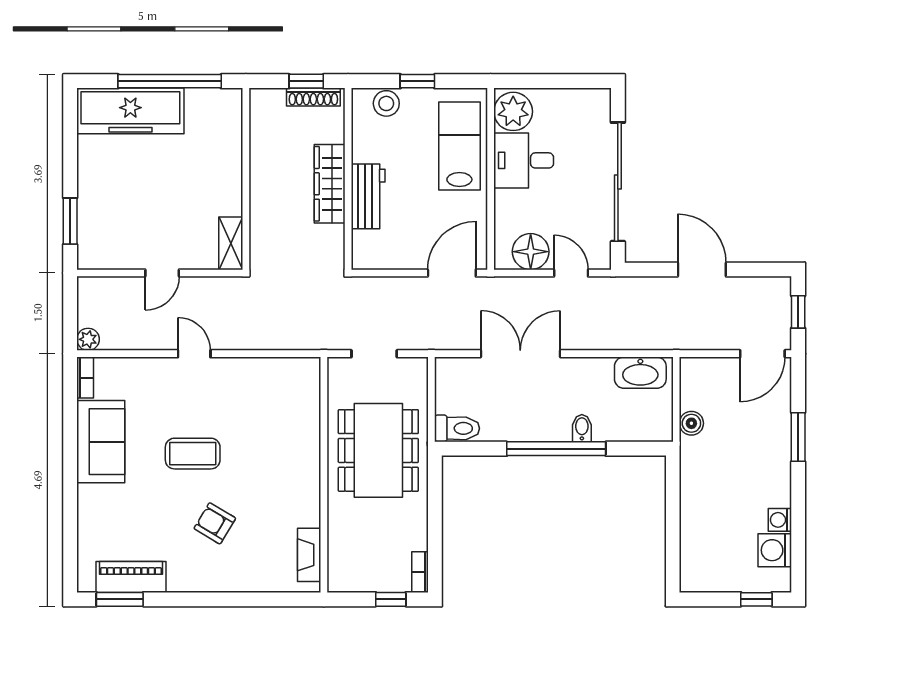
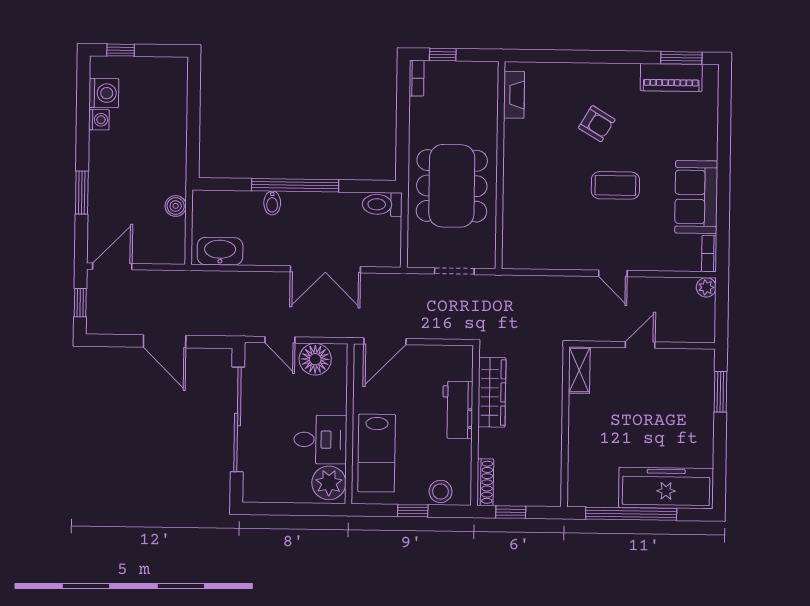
shoe rack: (313, 97) -> (485, 482), moved, turned 90
wardrobe: (330, 184) -> (492, 392), moved

